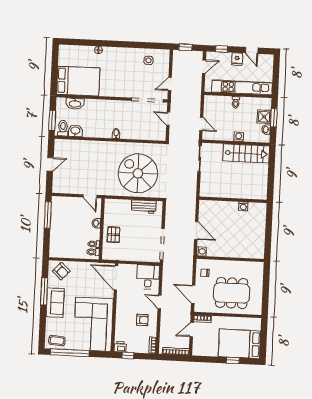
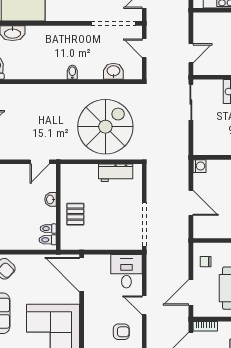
door: (201, 124) -> (191, 53), hinge flipped
washbasin: (75, 131) -> (113, 71), moved
spiral stairs: (138, 173) -> (105, 127), turned 90
door: (90, 196) -> (40, 162), hinge flipped
washing machine: (201, 251) -> (200, 166), moved
door: (193, 294) -> (191, 292), hinge flipped

